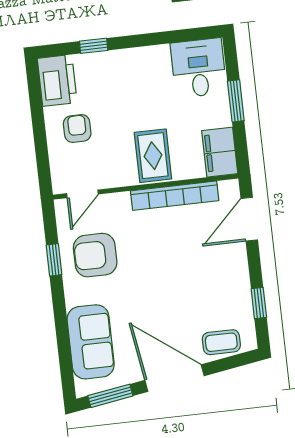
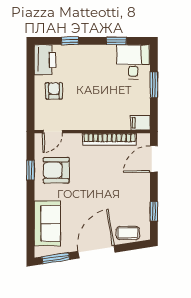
window: (168, 37) -> (116, 41), added
filing cabinet: (220, 152) -> (140, 123), width x0.50
rug: (153, 156) -> (99, 113), removed
door: (175, 378) -> (97, 252), hinge flipped

